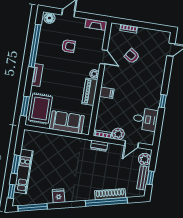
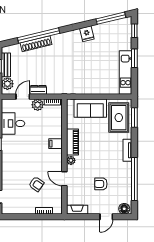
dresser: (99, 146) -> (38, 90), moved
kitchen unit: (24, 171) -> (126, 73), moved

